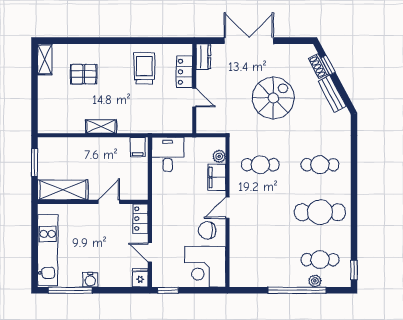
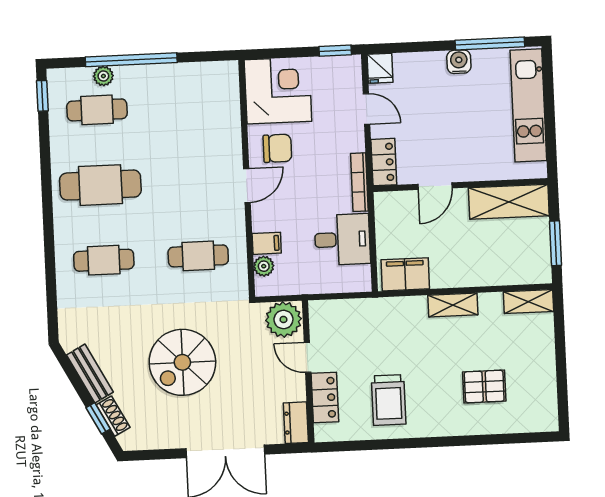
shelving: (45, 59) -> (528, 302), moved, turned 90
plant: (208, 122) -> (283, 319), added
filing cabinet: (138, 147) -> (405, 274), width x2.00
desk: (168, 154) -> (342, 239), moved, turned -90
filing cabinet: (217, 177) -> (267, 243), width x0.50
bookcase: (156, 207) -> (359, 182), added

